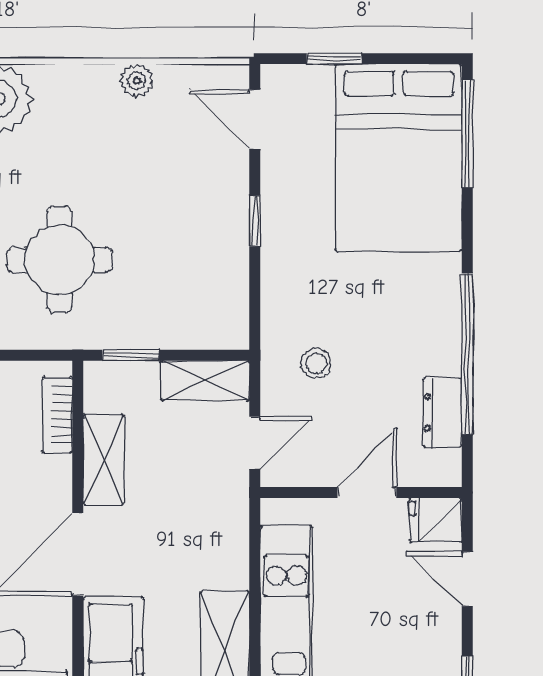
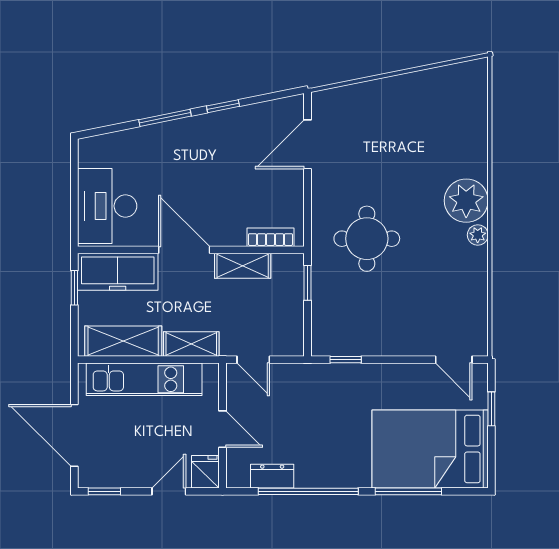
plant: (137, 81) -> (478, 235), moved
door: (255, 119) -> (454, 360), swing flipped
window: (467, 134) -> (408, 491), moved
window: (255, 221) -> (346, 360), moved
stool: (316, 364) -> (302, 398), removed
shelving: (205, 381) -> (191, 344), moved, turned 90

